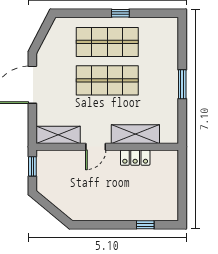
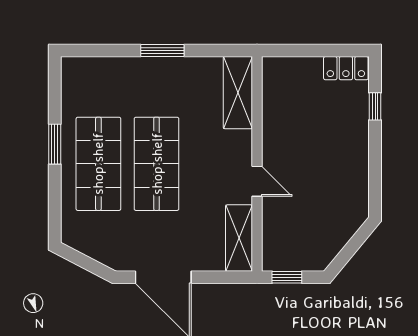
window: (120, 13) -> (55, 144), width x1.50
shelving: (135, 134) -> (238, 93), moved
locker: (135, 158) -> (346, 68), moved, turned 90

